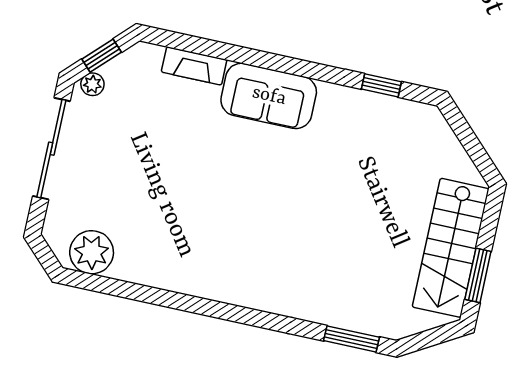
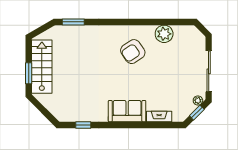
armchair: (224, 236) -> (133, 52), added
plant: (92, 252) -> (164, 34), moved
window: (478, 275) -> (29, 73), moved

